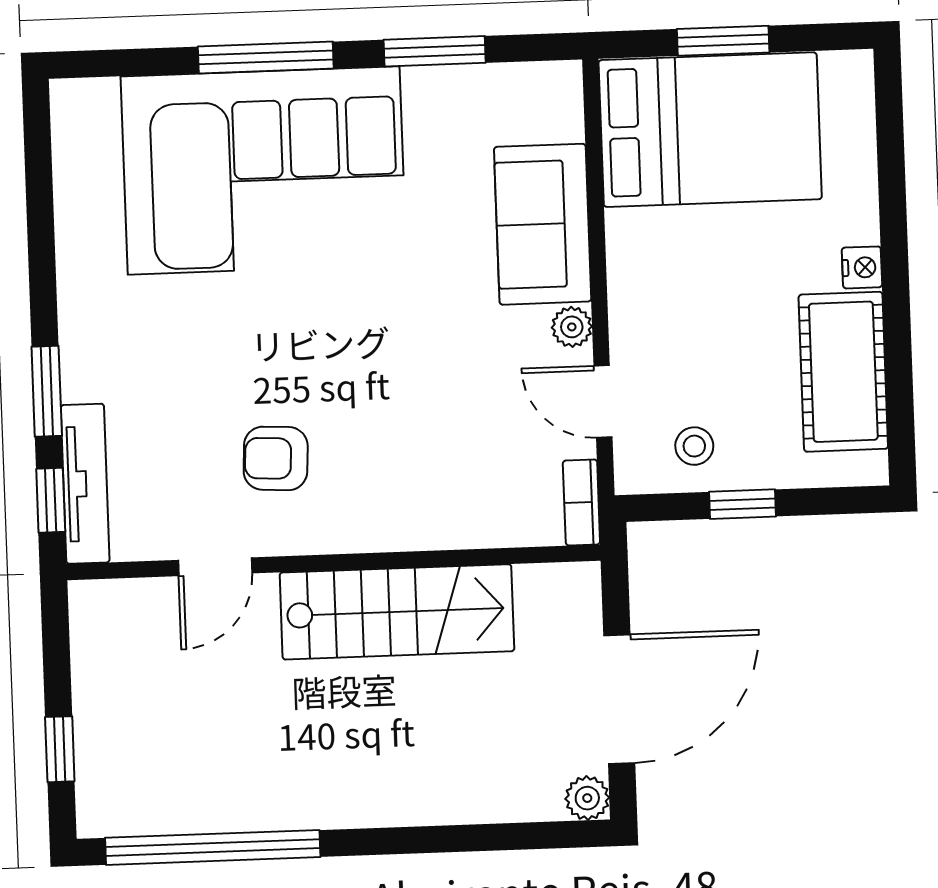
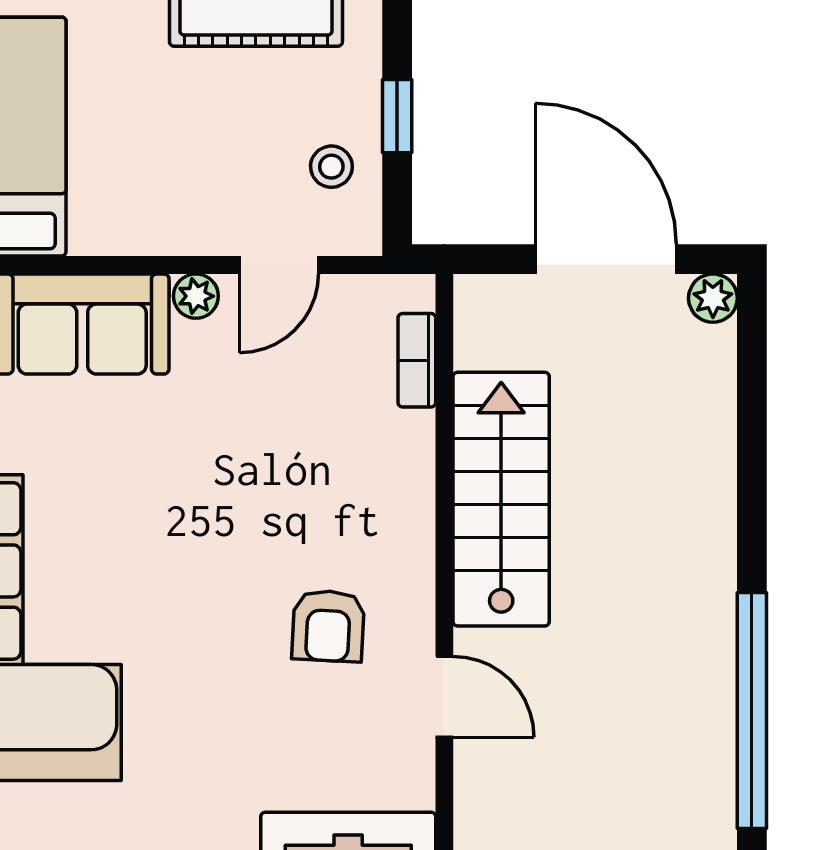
bookcase: (581, 502) -> (417, 360), moved, turned 90

